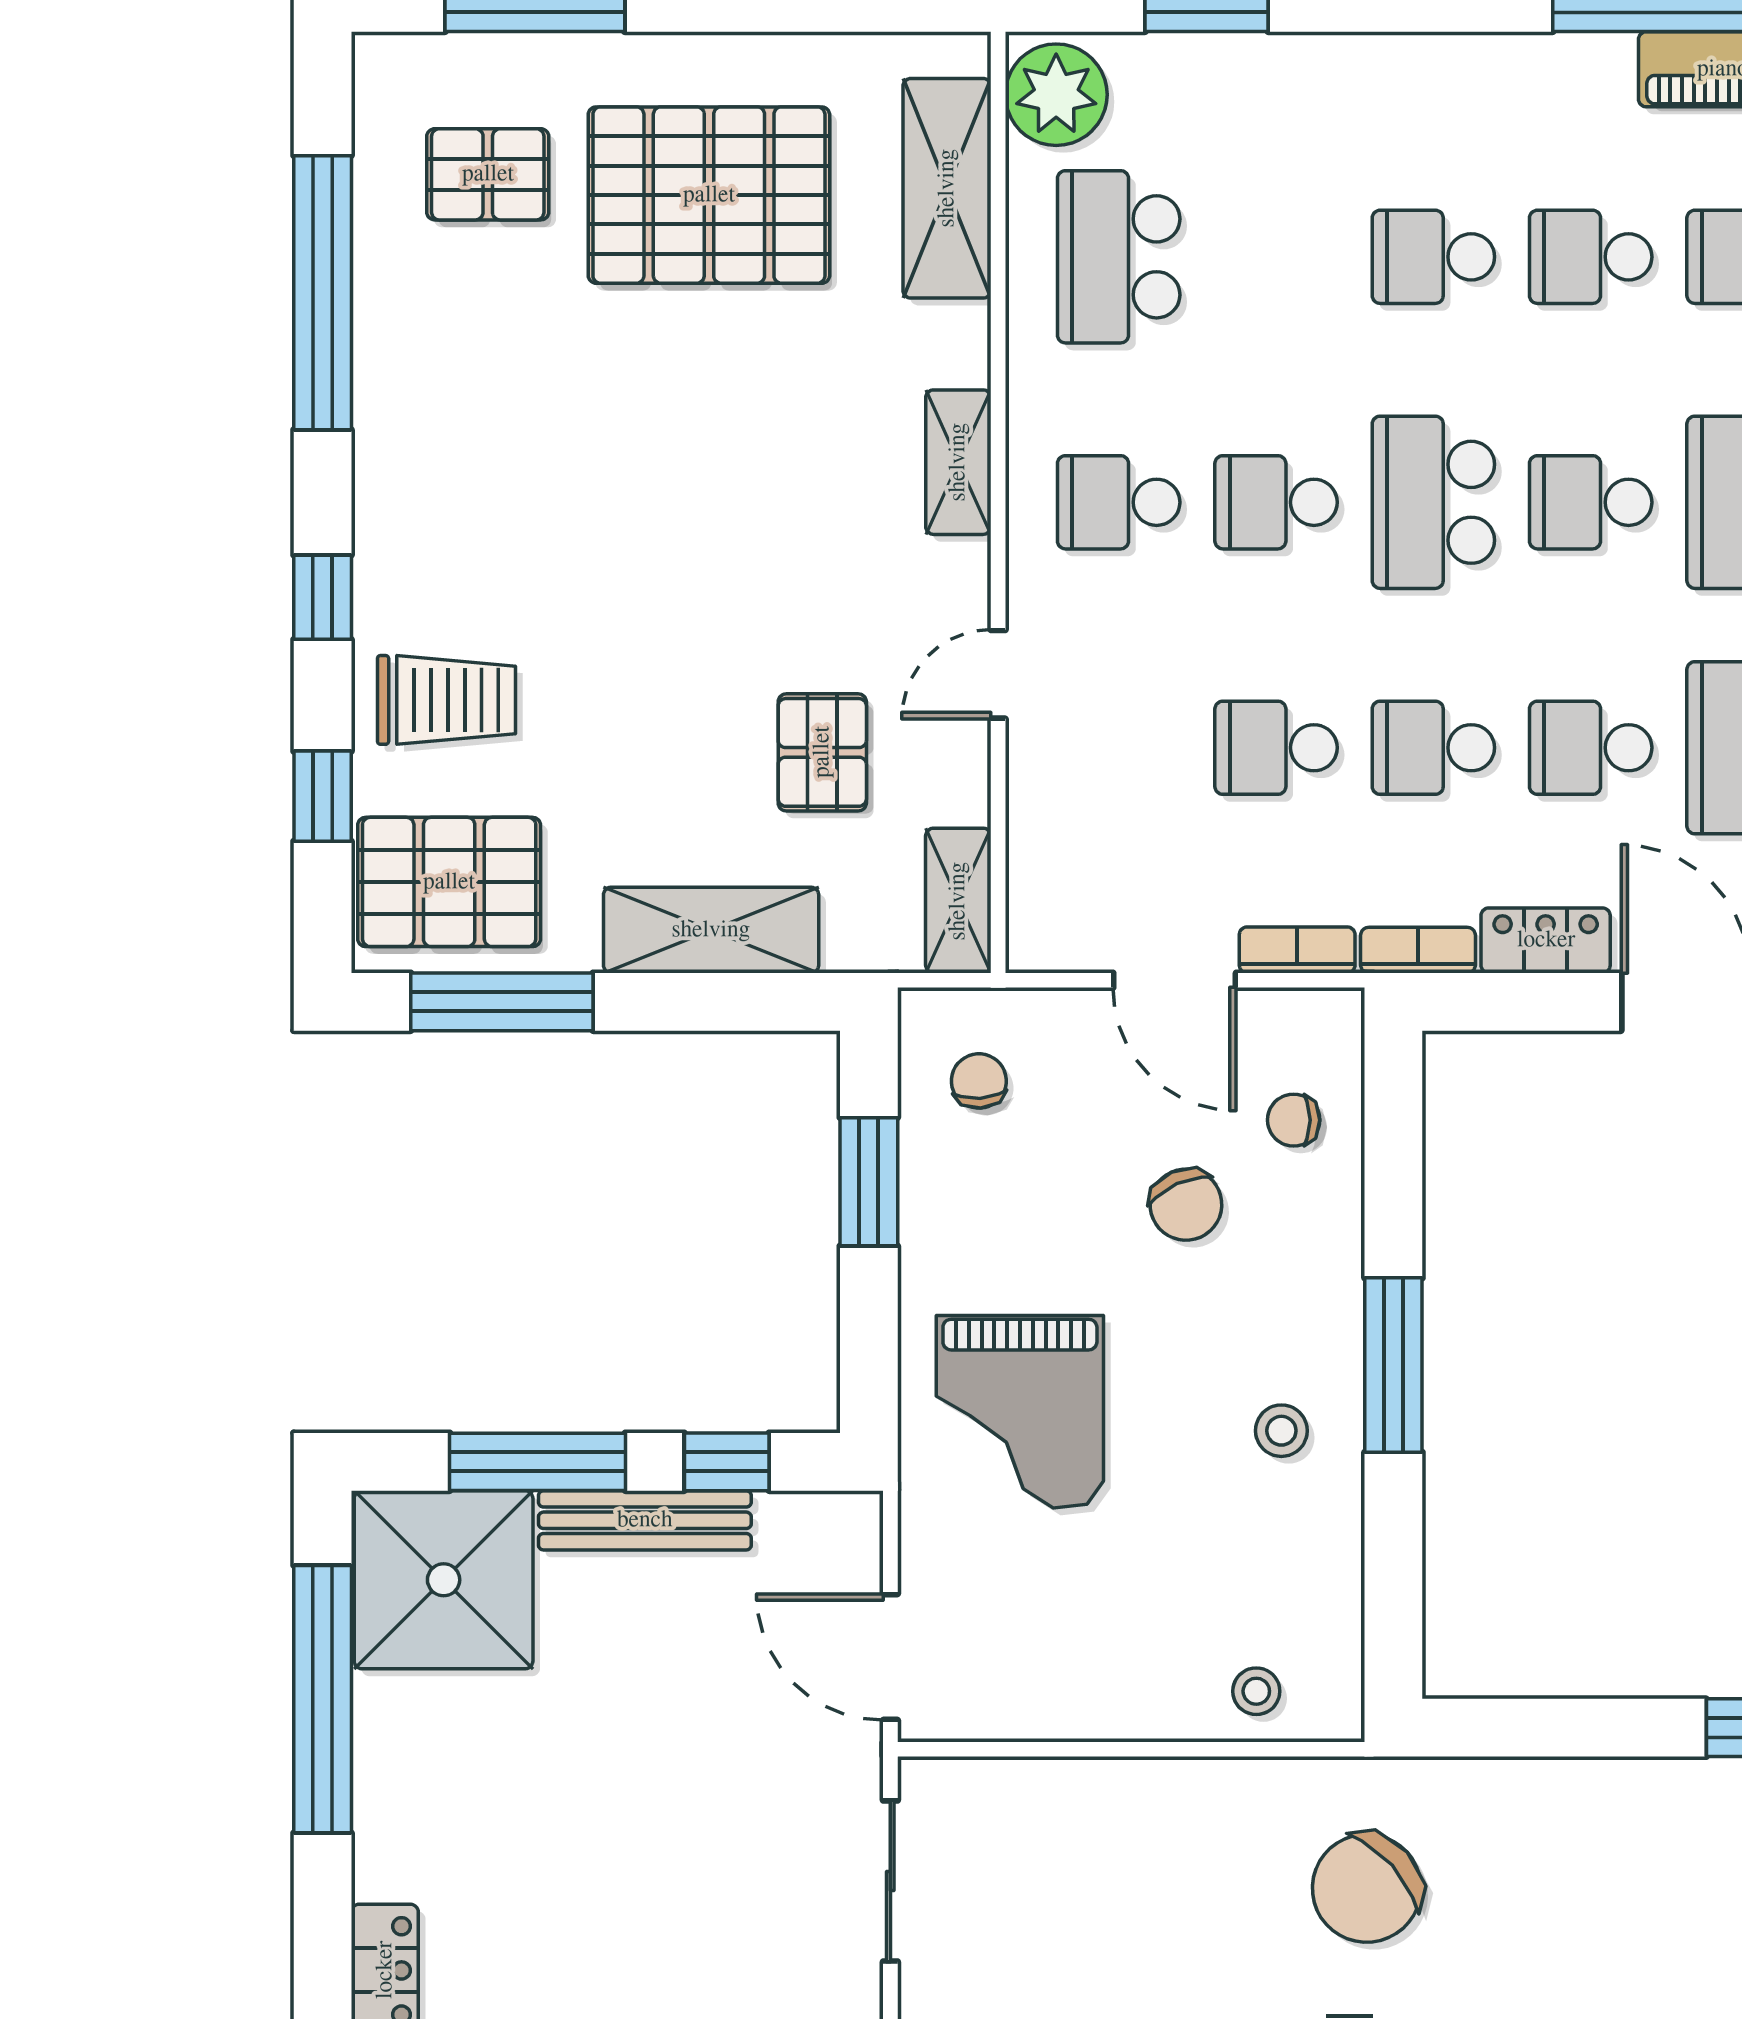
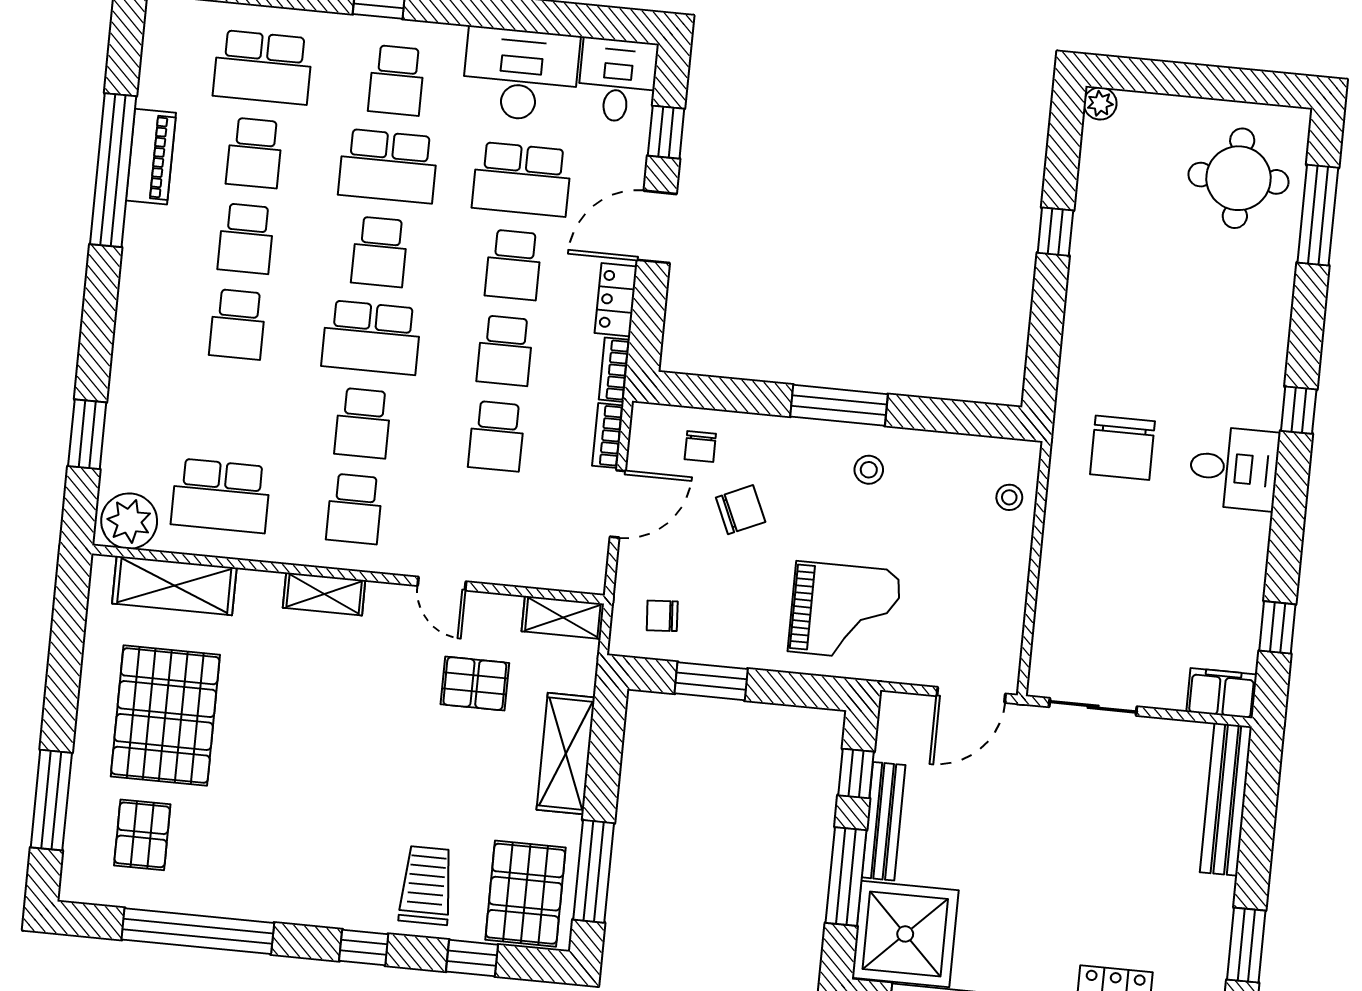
chair: (1367, 1888) -> (1122, 448), turned 42

